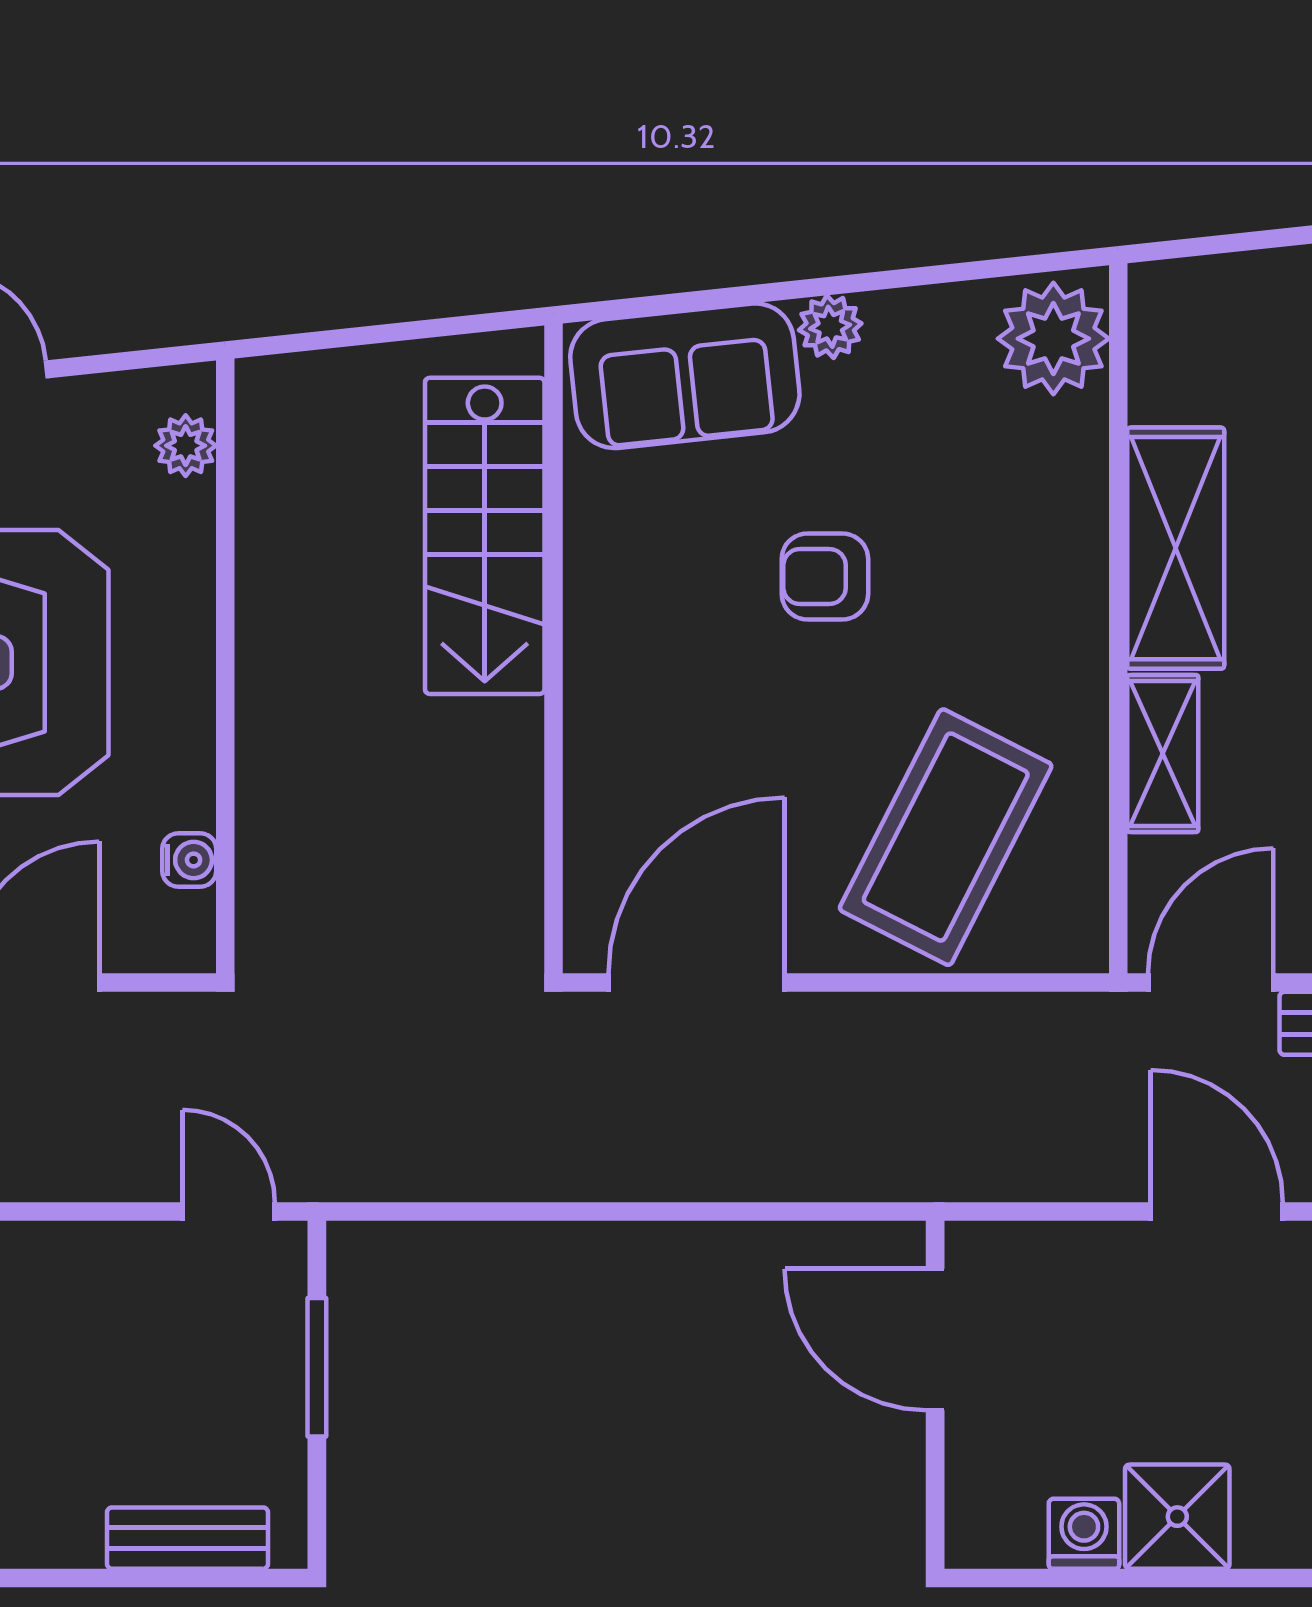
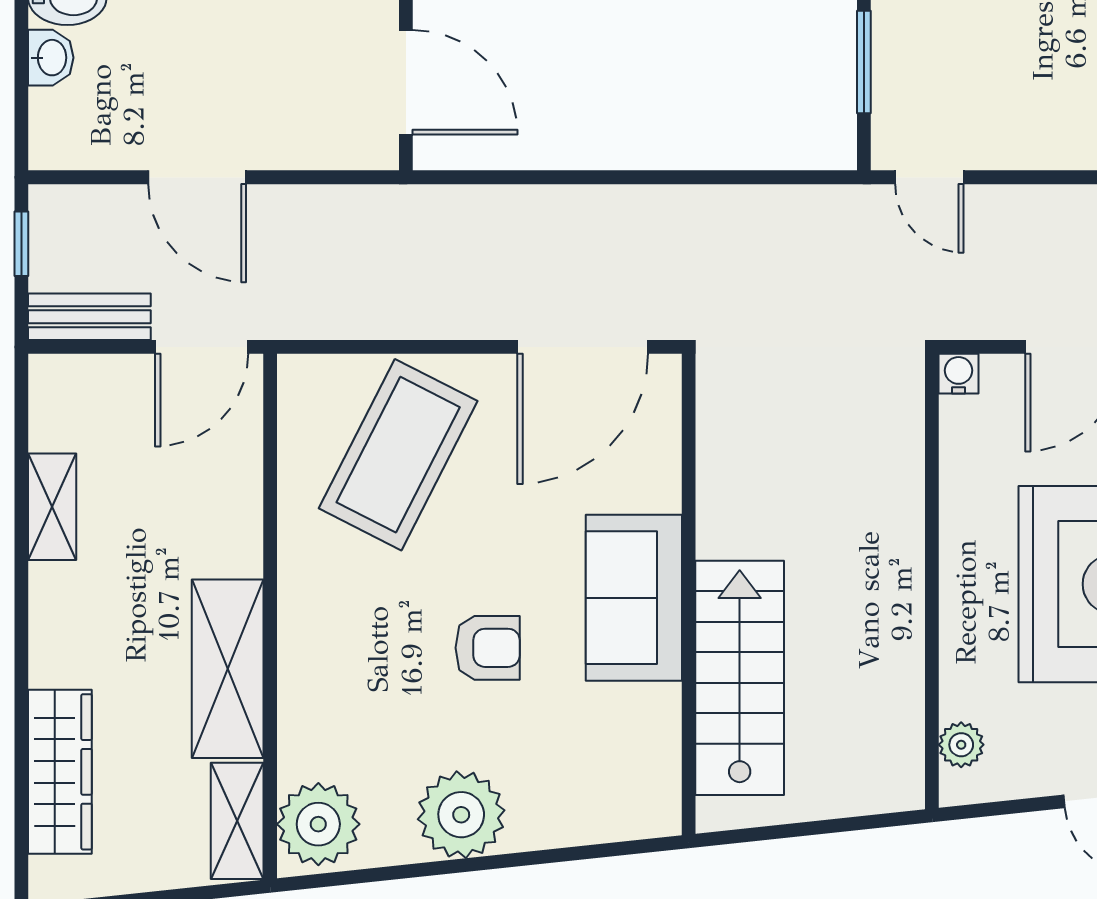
plant: (830, 327) -> (461, 815), width x1.87, depth x1.87
sofa: (685, 376) -> (634, 598), moved, turned -84
shelving: (1163, 754) -> (237, 821), moved
water cooler: (189, 860) -> (959, 374), moved, turned 90

